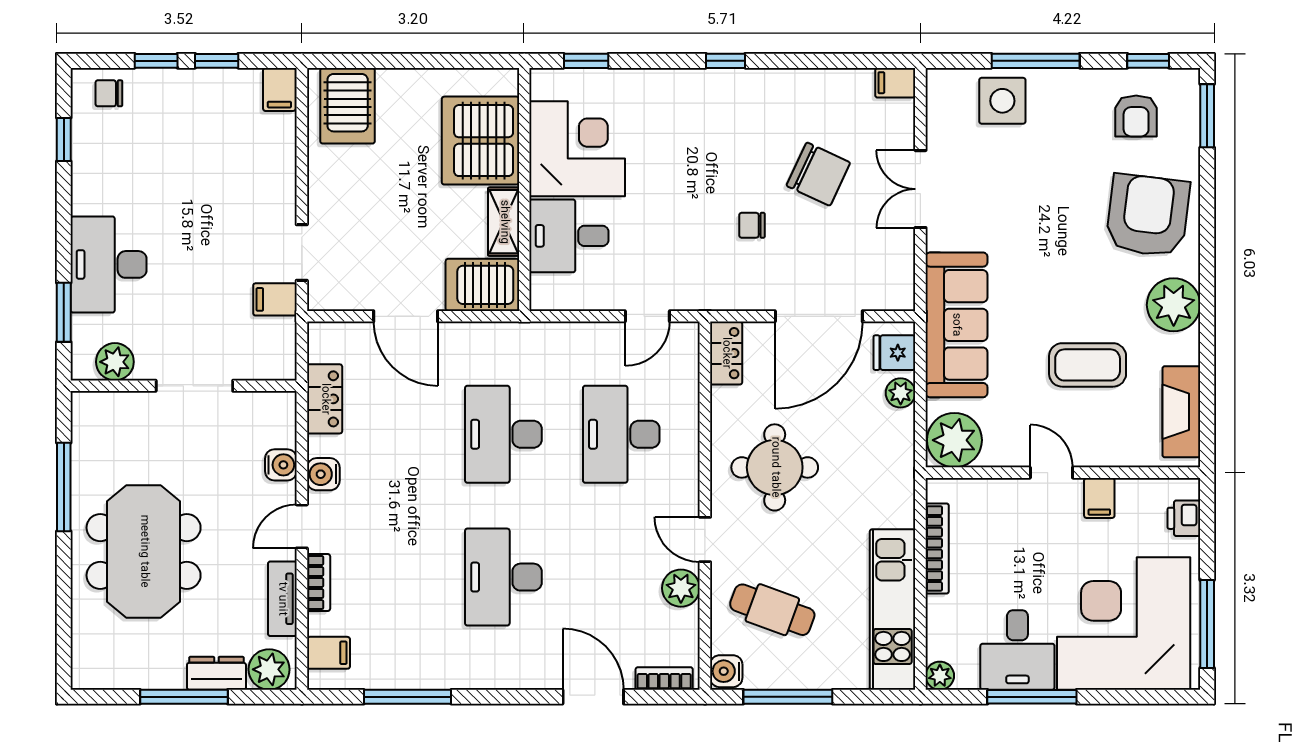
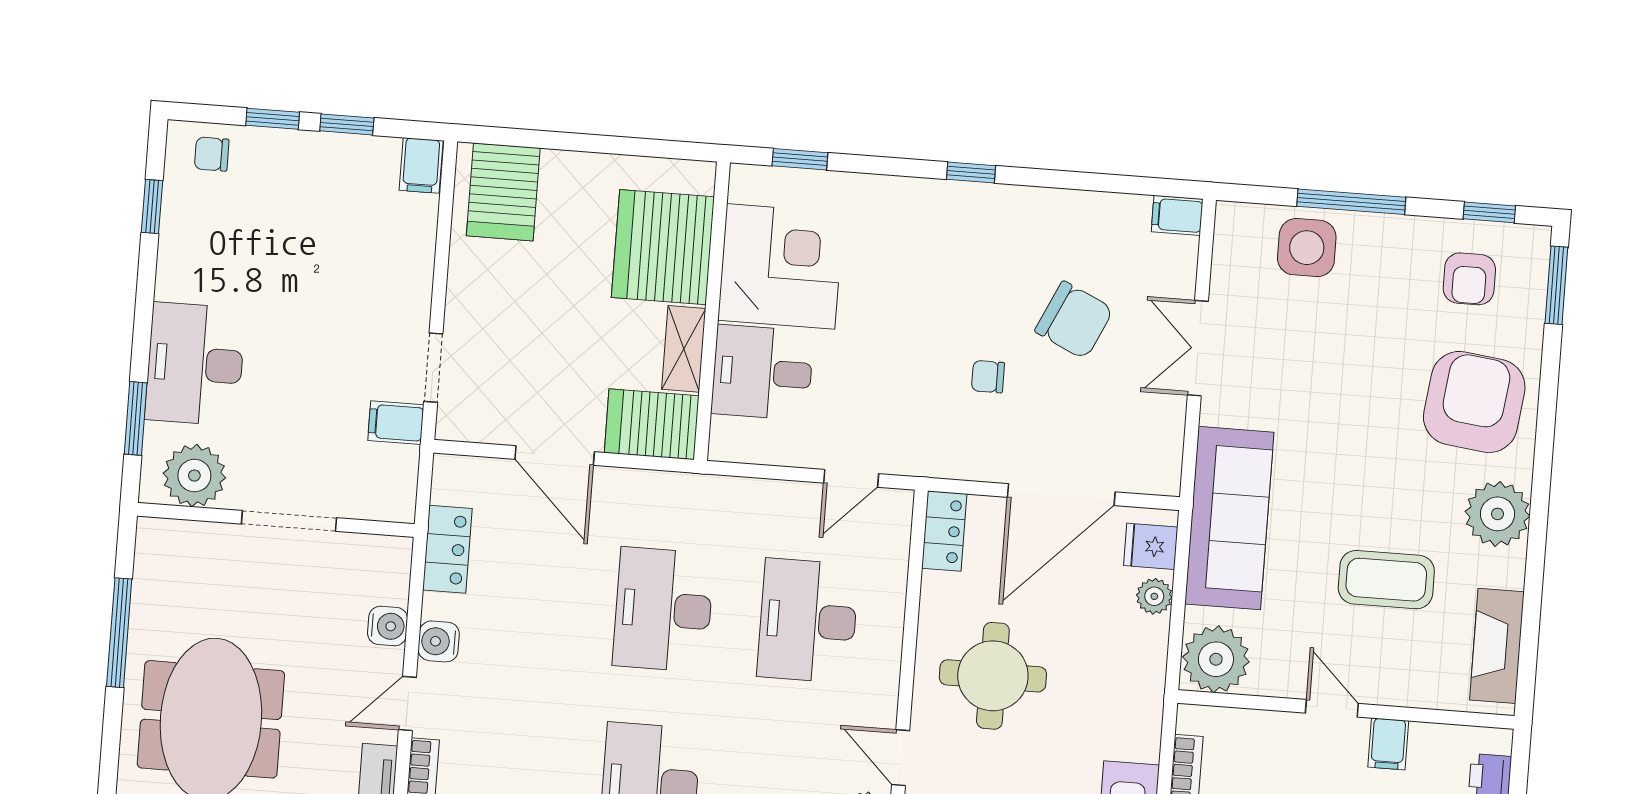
plant: (115, 362) -> (194, 476), width x1.36, depth x1.36

